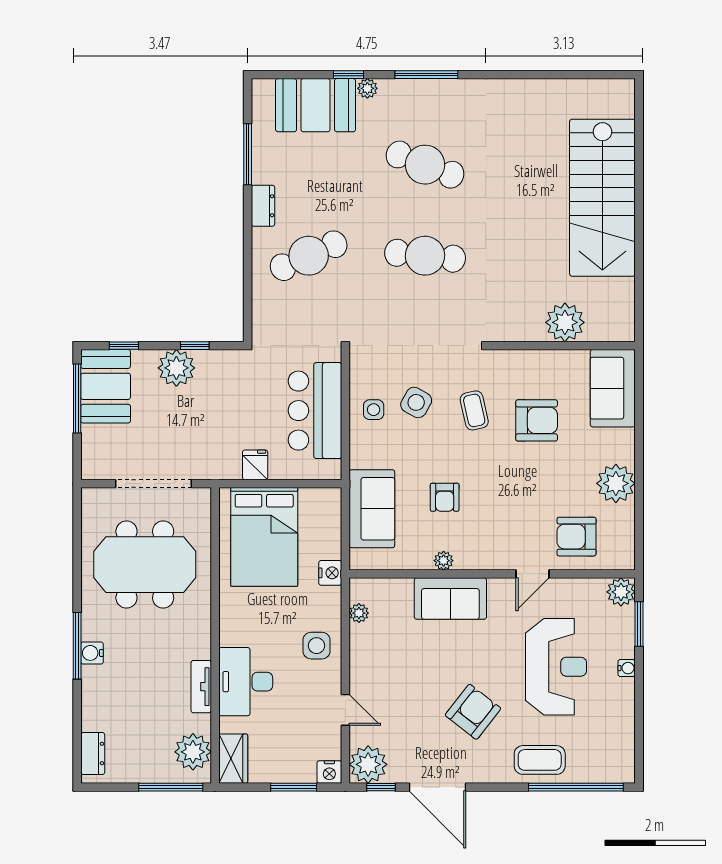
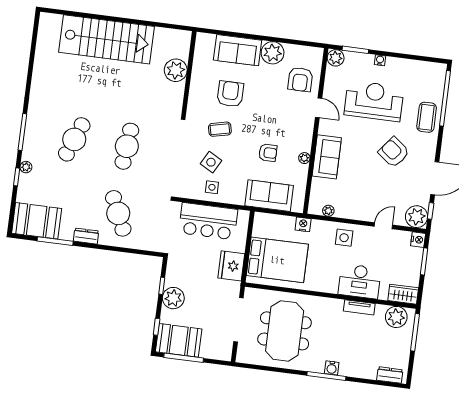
booth: (316, 105) -> (37, 221), moved, turned 90
sofa: (613, 388) -> (238, 50), moved
fridge: (255, 465) -> (231, 266), width x1.88, depth x1.34

